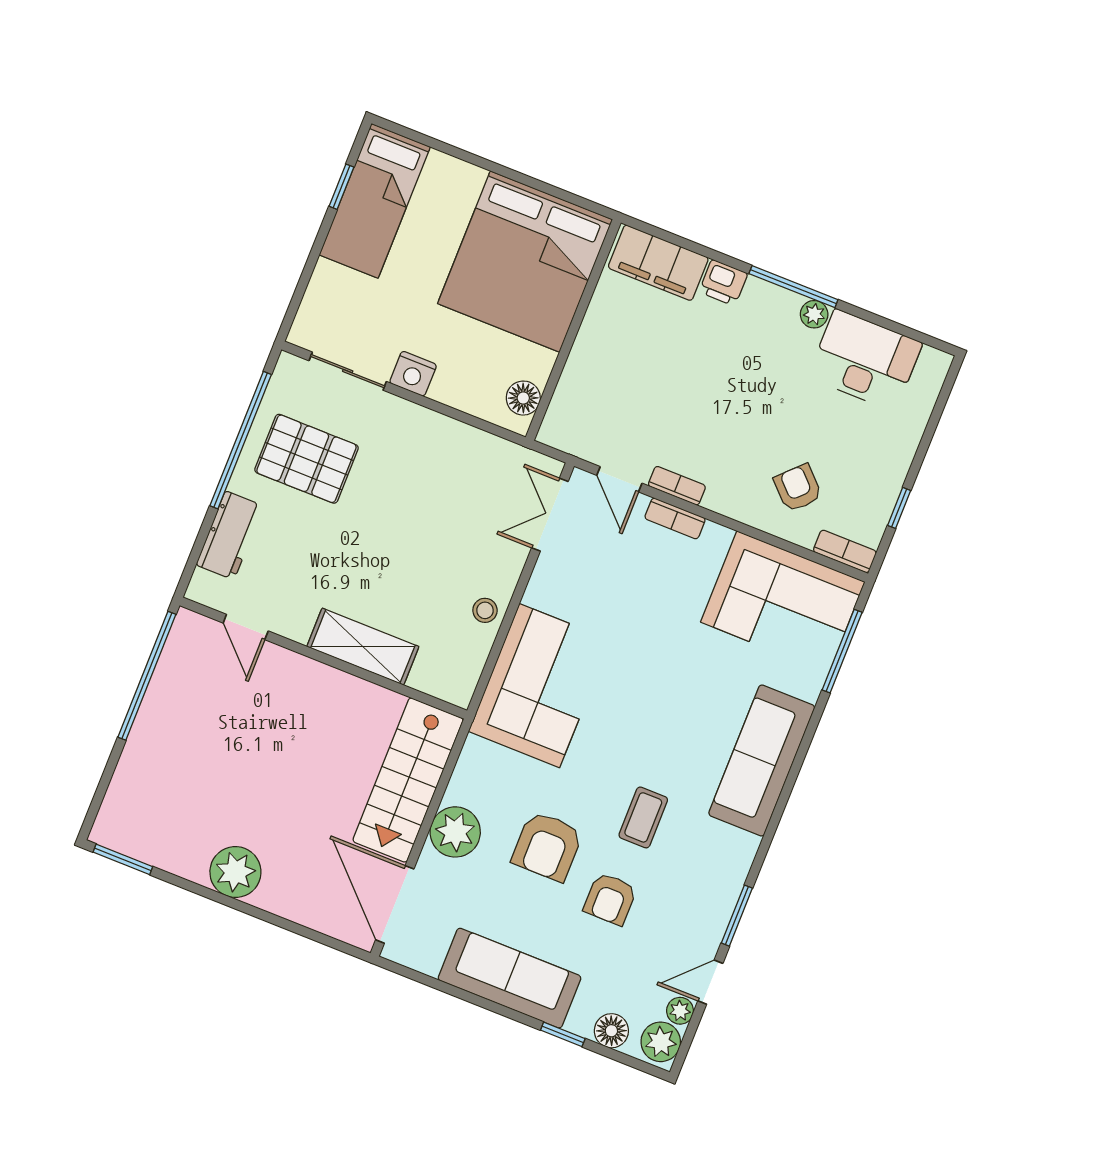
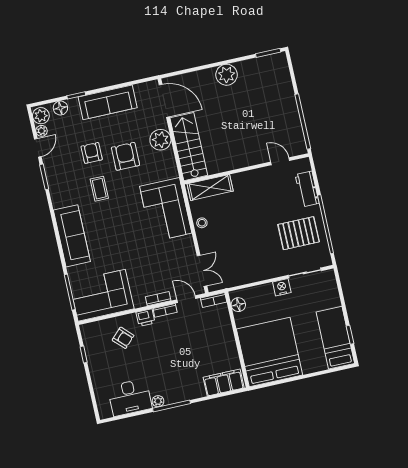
printer: (723, 283) -> (146, 318), moved, turned 180
bookcase: (845, 551) -> (214, 300), moved
shelving: (363, 647) -> (210, 187), moved

